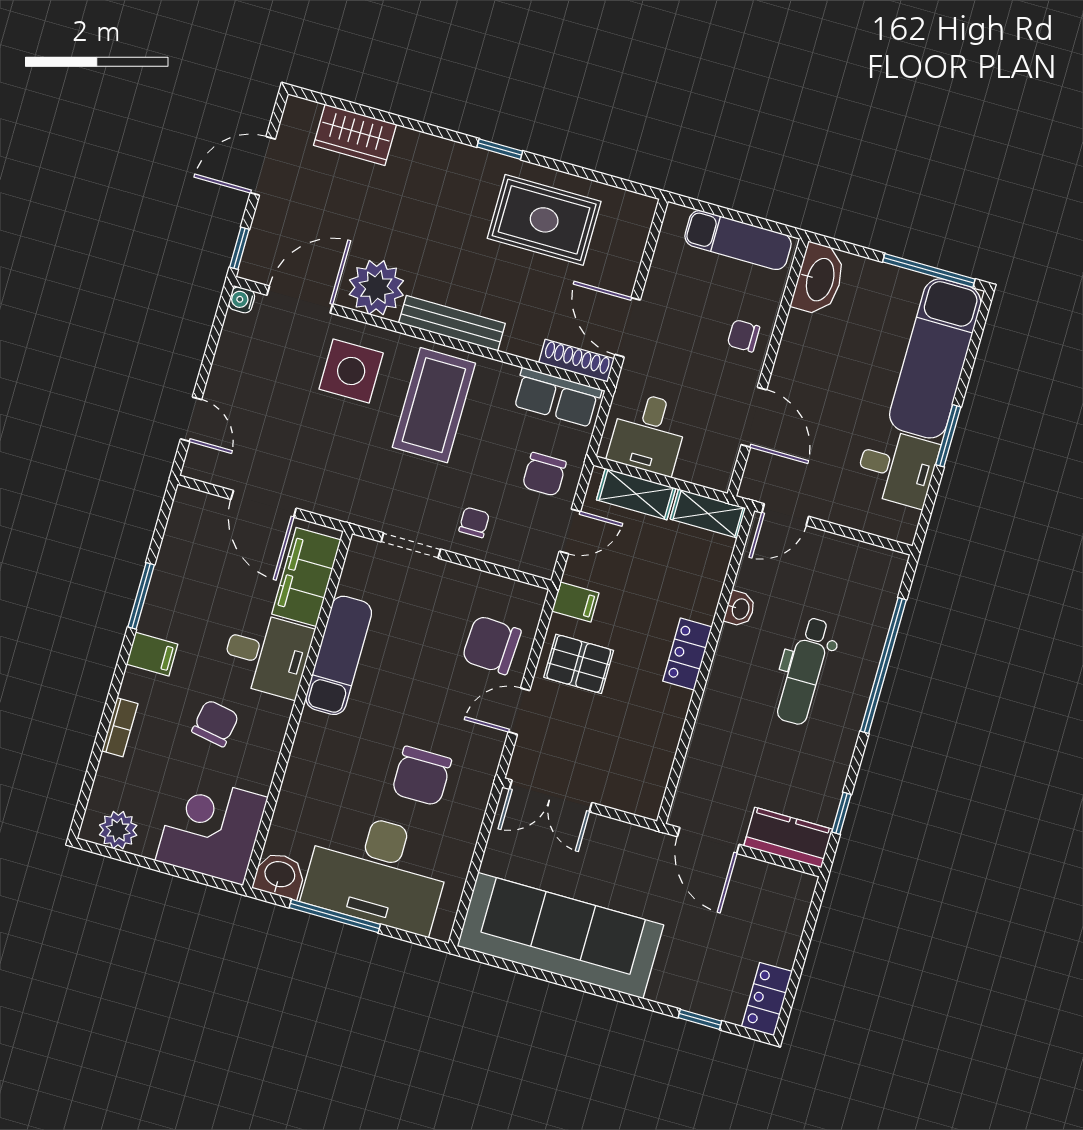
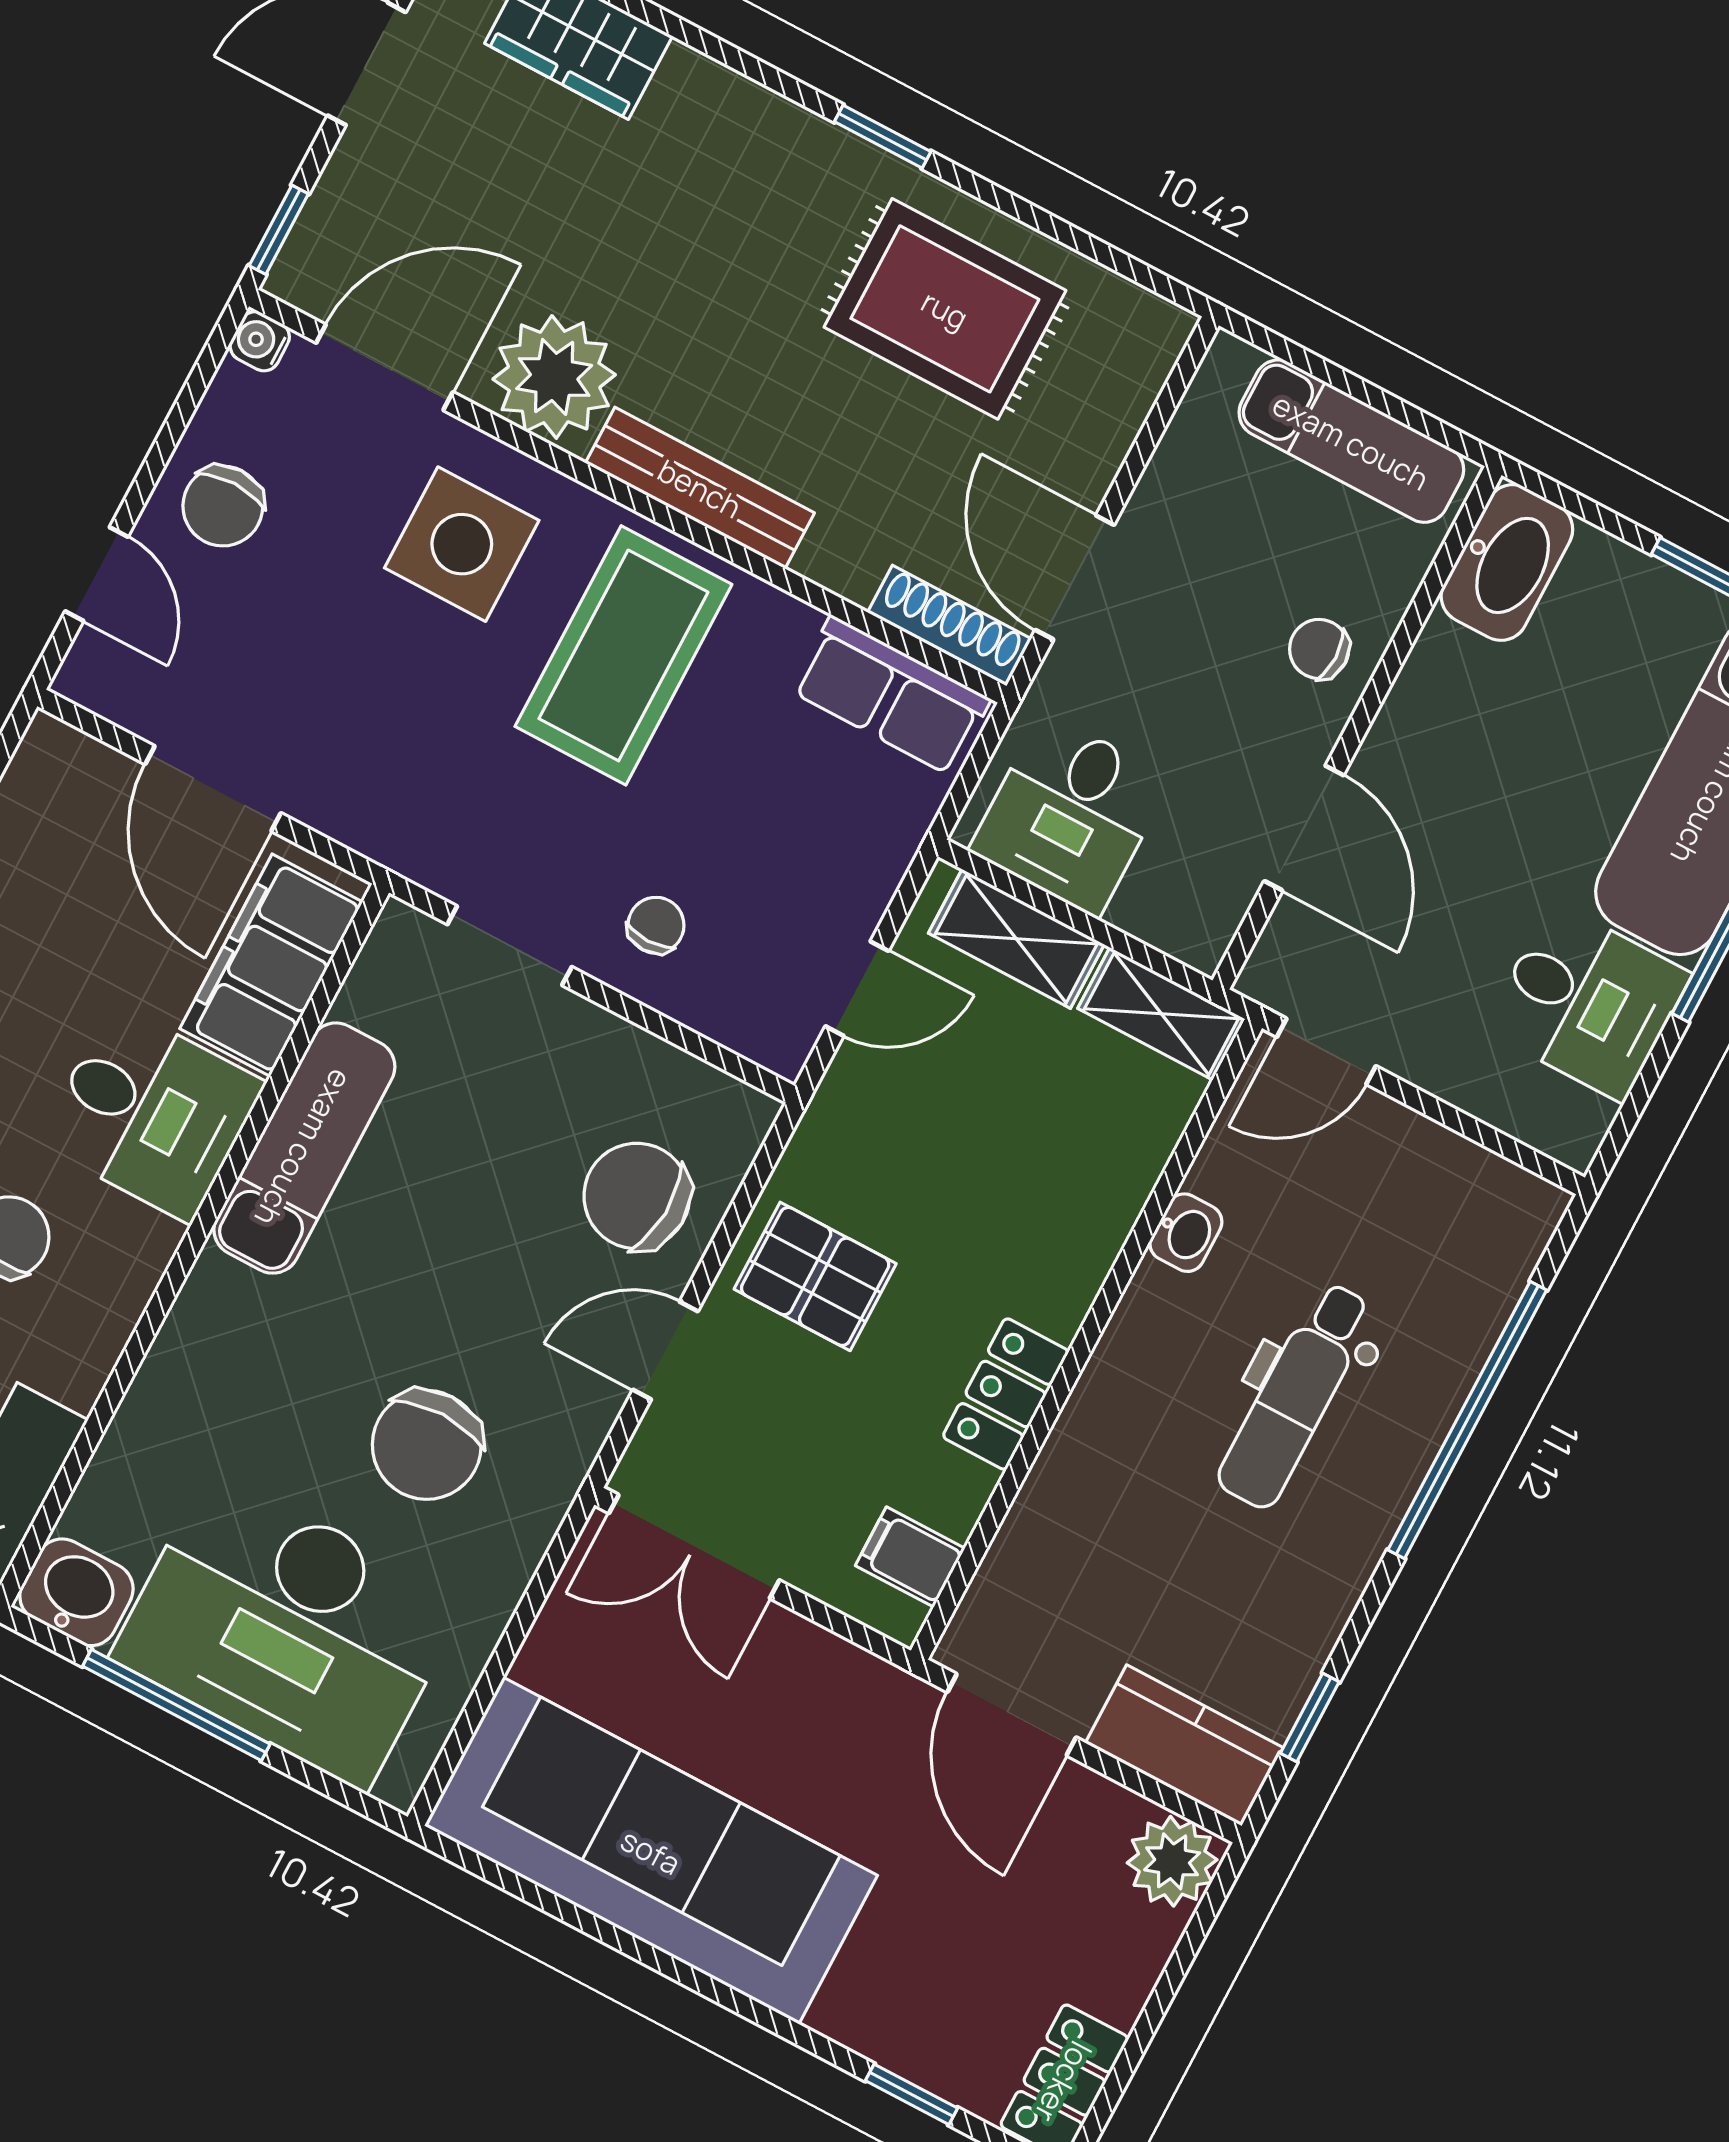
chair: (544, 474) -> (223, 506), moved
filing cabinet: (575, 602) -> (910, 1557), moved, turned 180
locker: (687, 654) -> (1006, 1394), moved
plant: (794, 891) -> (1172, 1861), added

